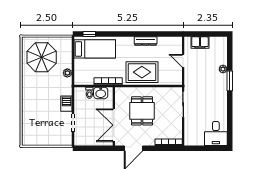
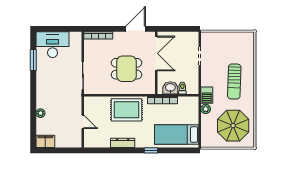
window: (89, 34) -> (151, 150), moved
filing cabinet: (200, 43) -> (45, 141), moved
window: (230, 81) -> (33, 60), moved
sun lounger: (41, 99) -> (234, 81), added
barbecue: (66, 104) -> (207, 95), moved
dining table: (142, 111) -> (127, 69), turned 90
desk: (216, 134) -> (53, 45), width x1.37

